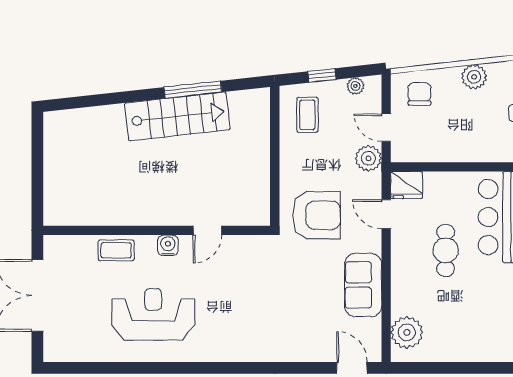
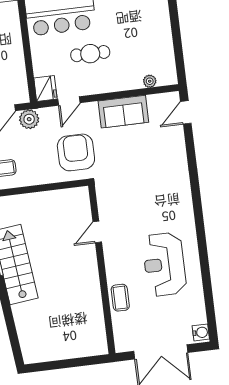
door: (207, 230) -> (97, 232), swing flipped
water cooler: (168, 245) -> (201, 332), moved, turned 180
plant: (407, 332) -> (150, 81), width x0.53, depth x0.53

